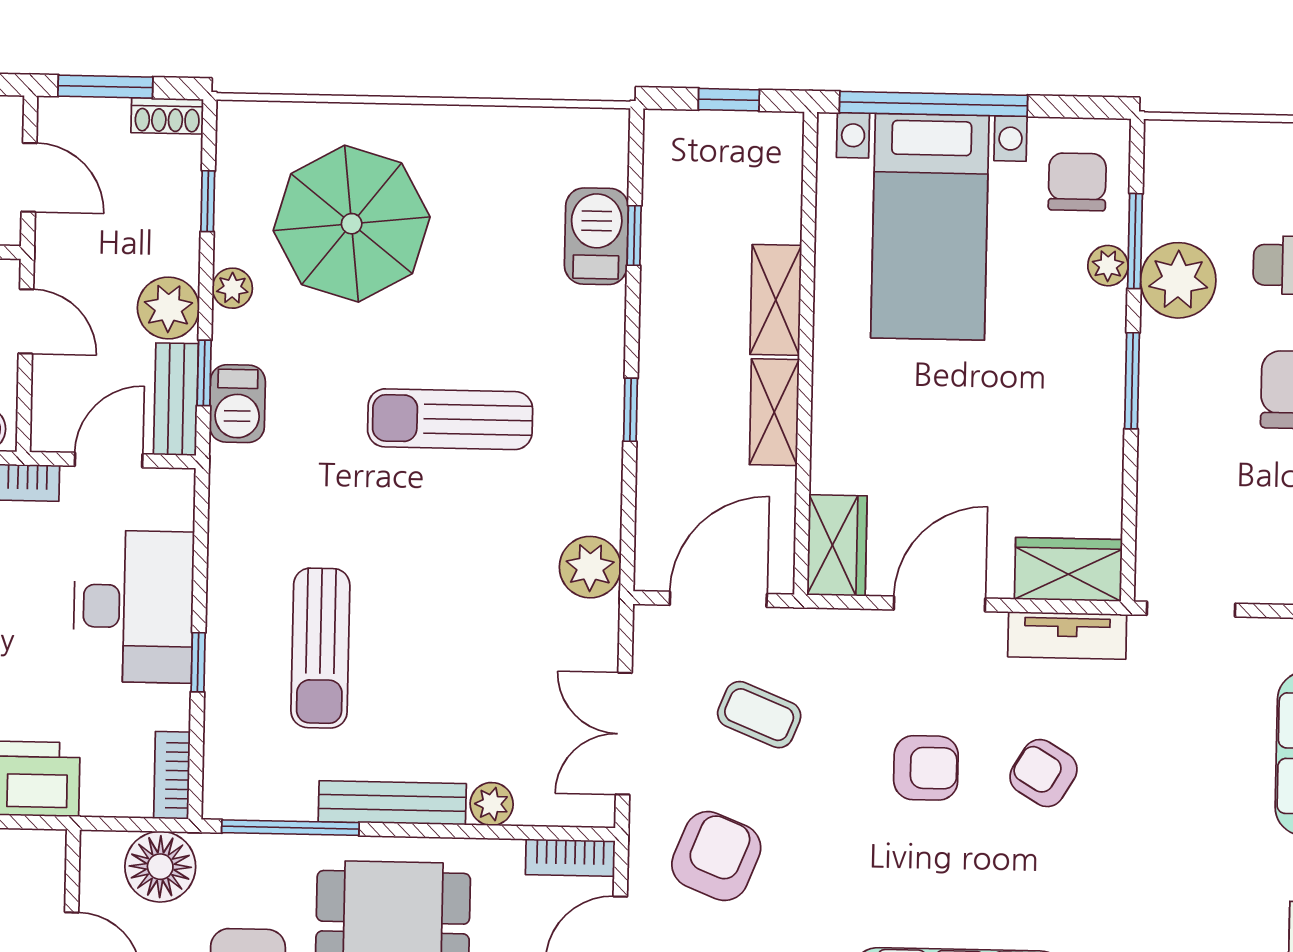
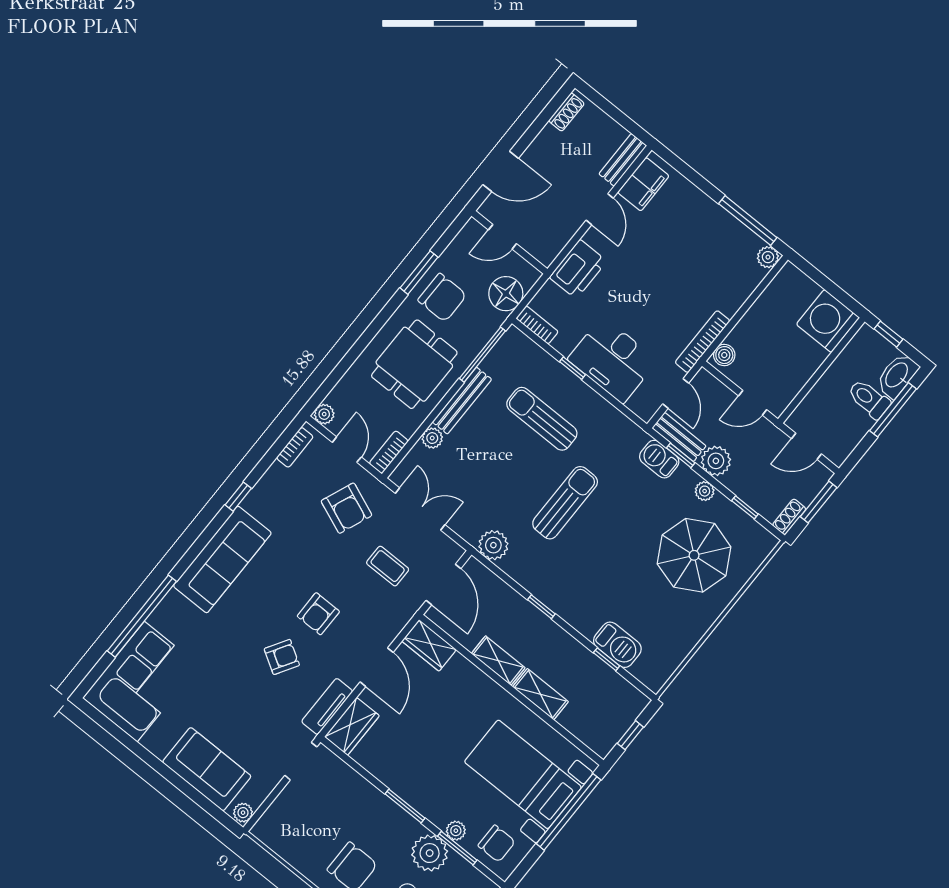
sun lounger: (450, 419) -> (565, 503), moved
coffee table: (759, 715) -> (388, 566), turned 68

